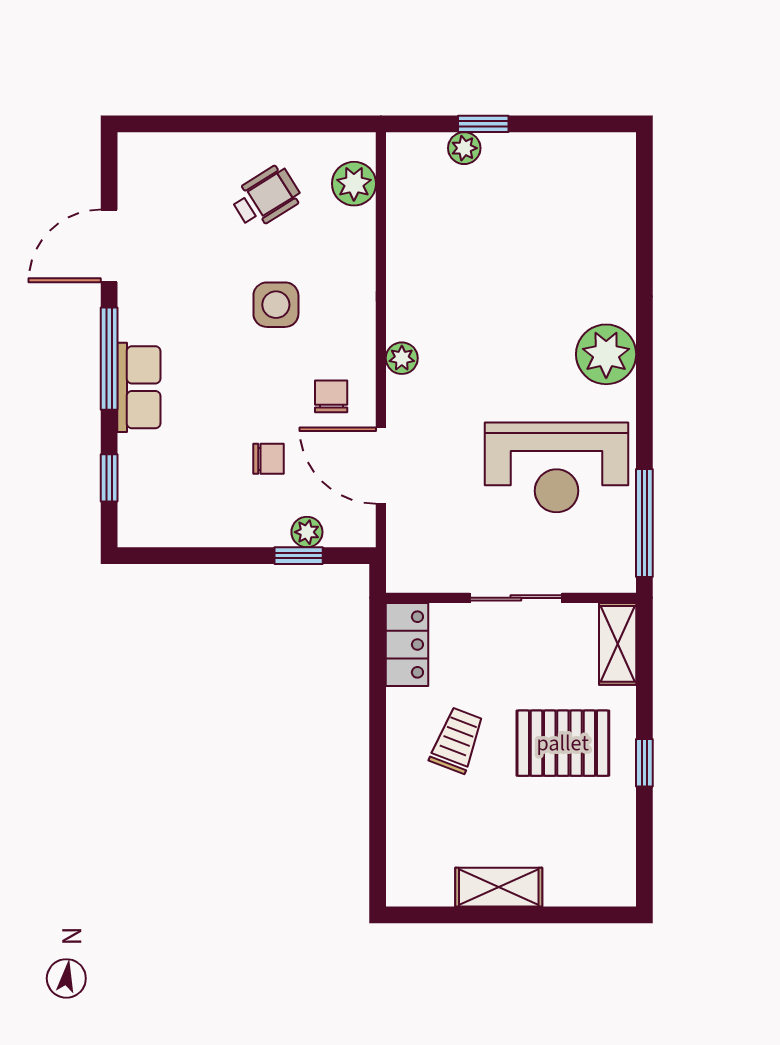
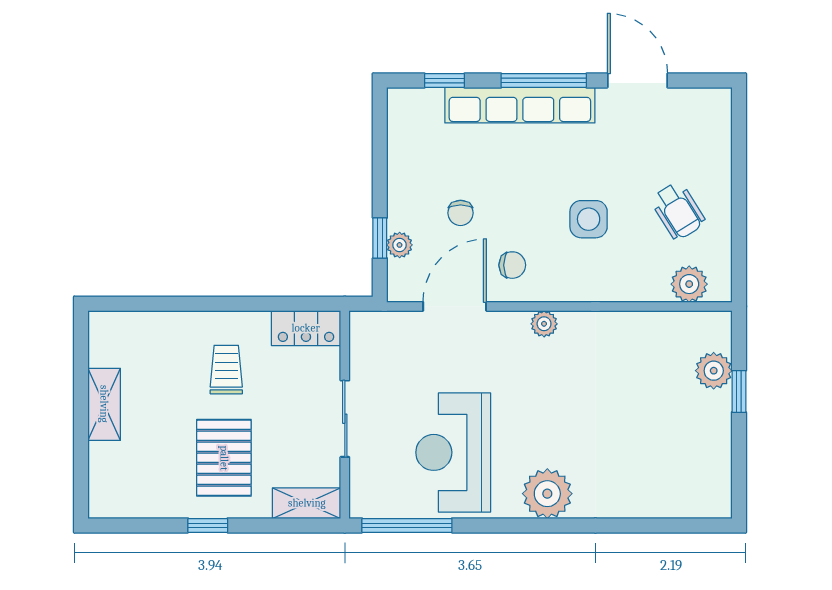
plant: (464, 148) -> (714, 371), width x1.38, depth x1.38
row of seats: (139, 387) -> (520, 105), width x2.02
trolley: (457, 740) -> (226, 370), turned -111

